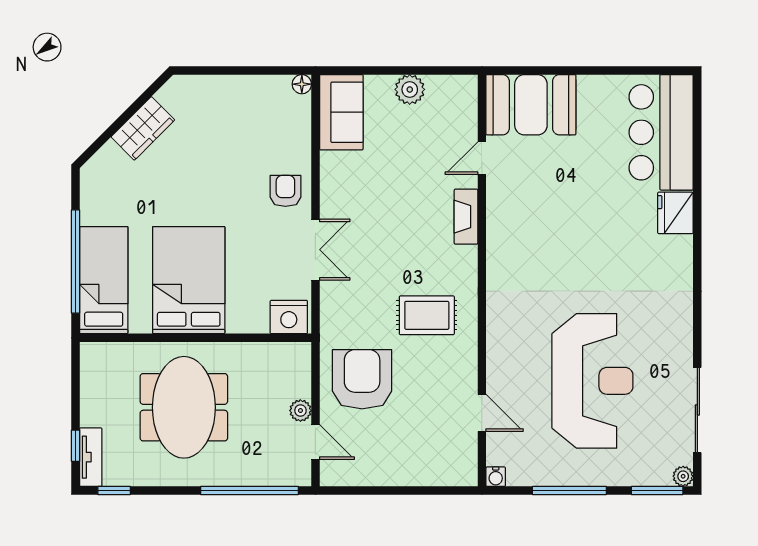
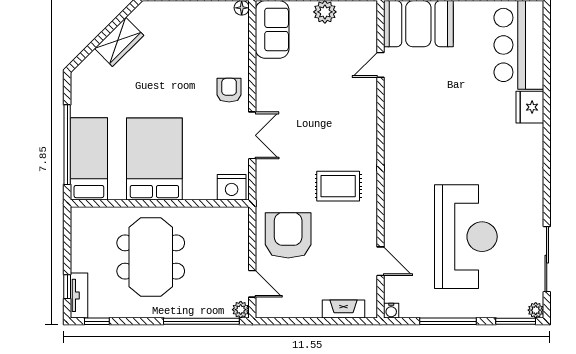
fireplace: (466, 217) -> (343, 309), moved, turned 90
plant: (300, 411) -> (241, 310), moved

